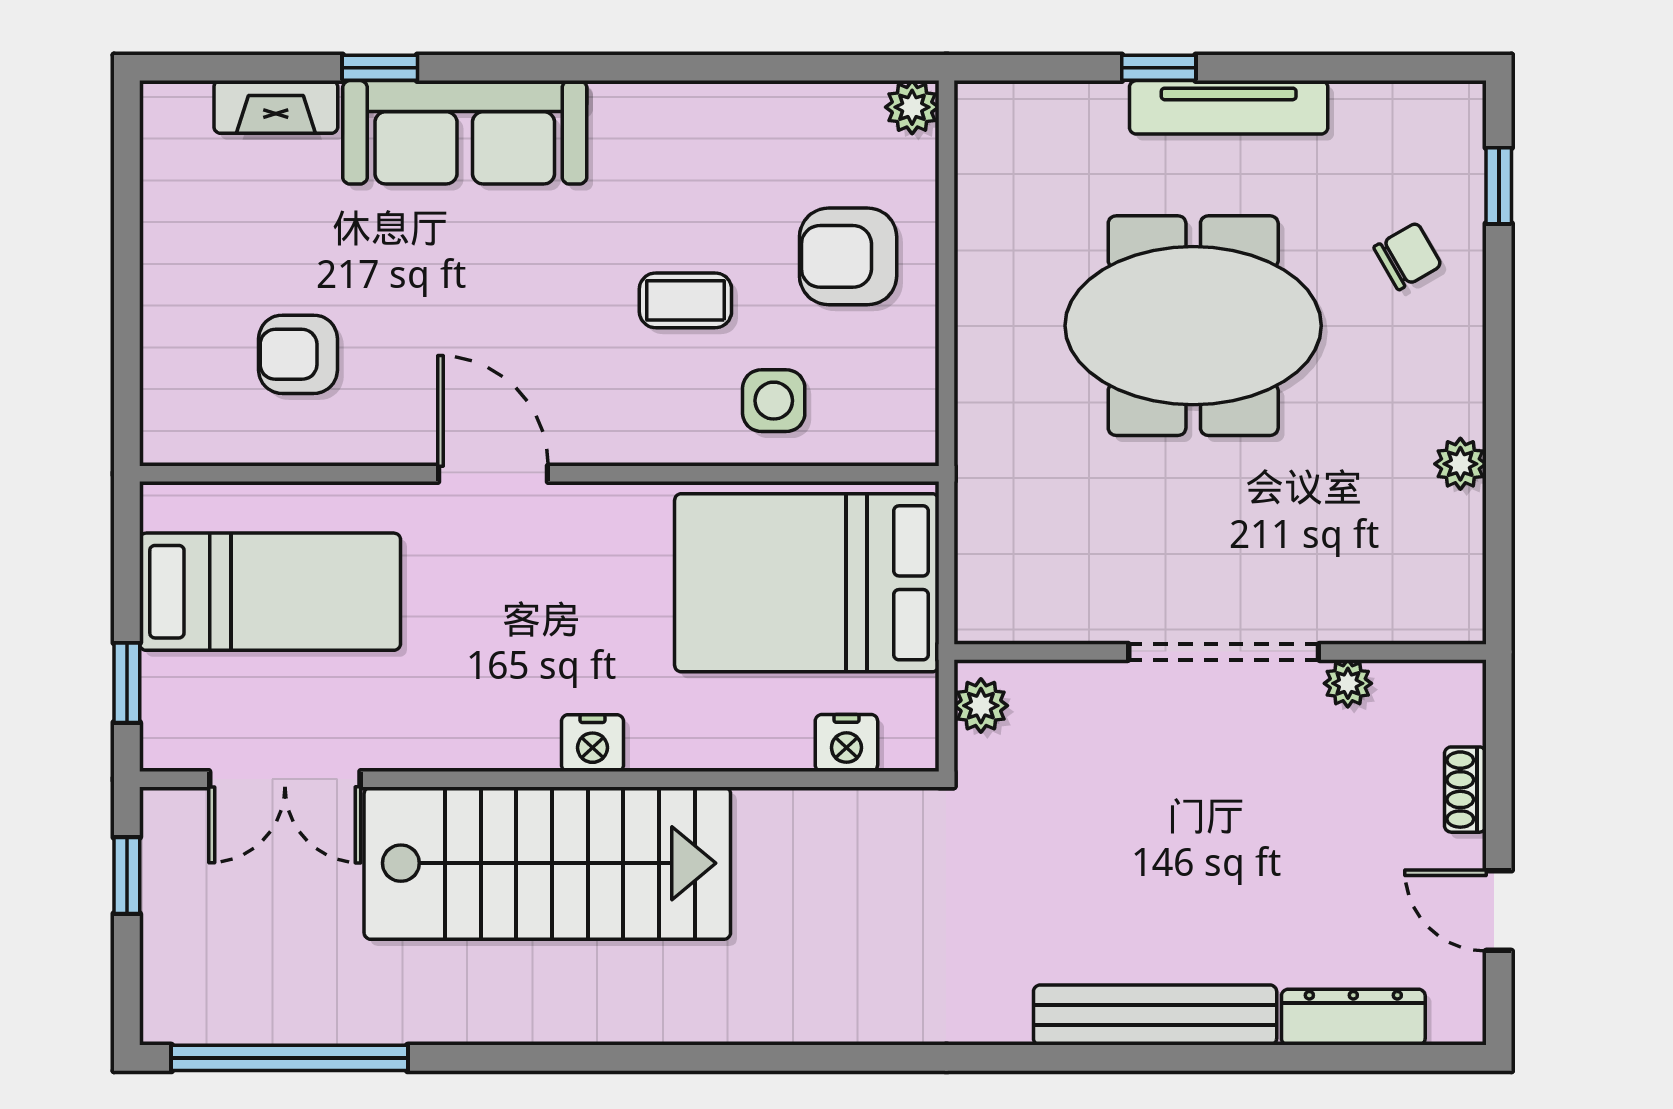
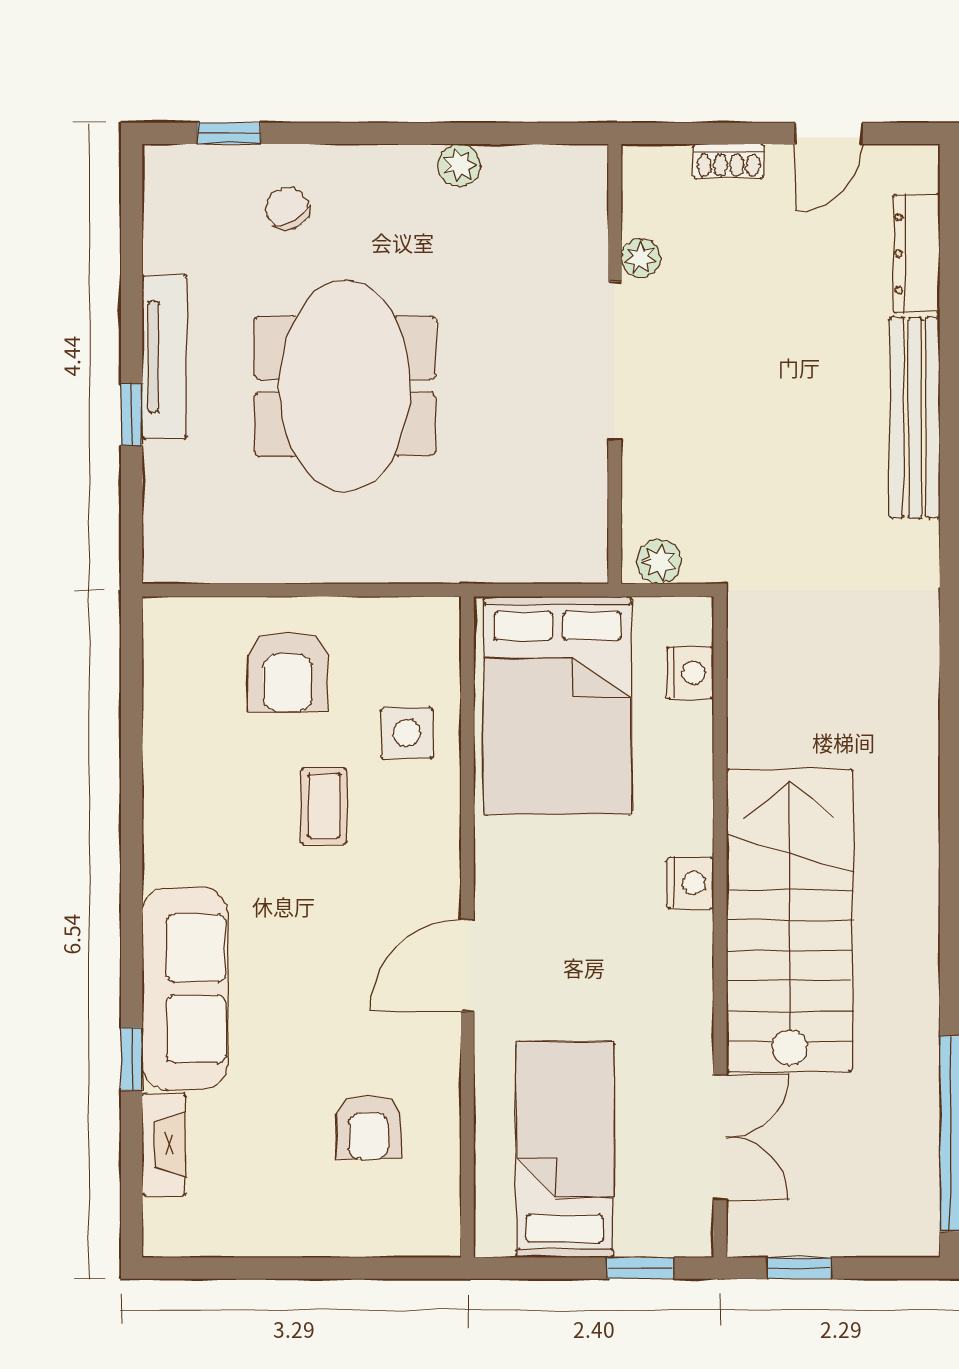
plant: (912, 107) -> (164, 619), removed

